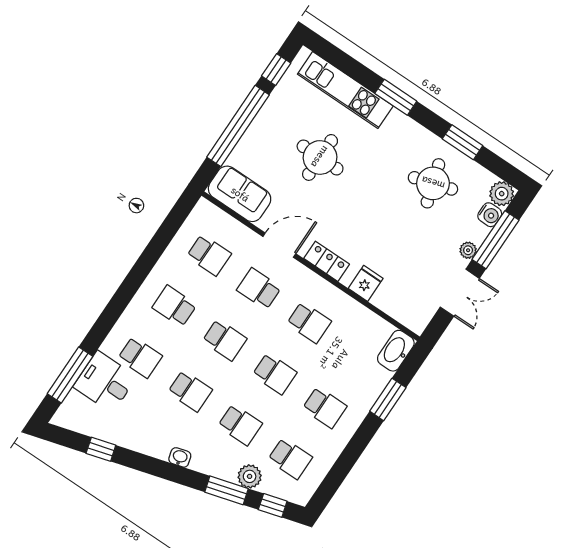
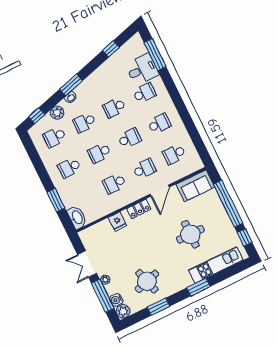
school desk: (224, 340) -> (129, 138), turned 180
school desk: (140, 357) -> (144, 93), turned 180
washbasin: (180, 457) -> (71, 98), moved
window: (227, 490) -> (71, 85), moved

